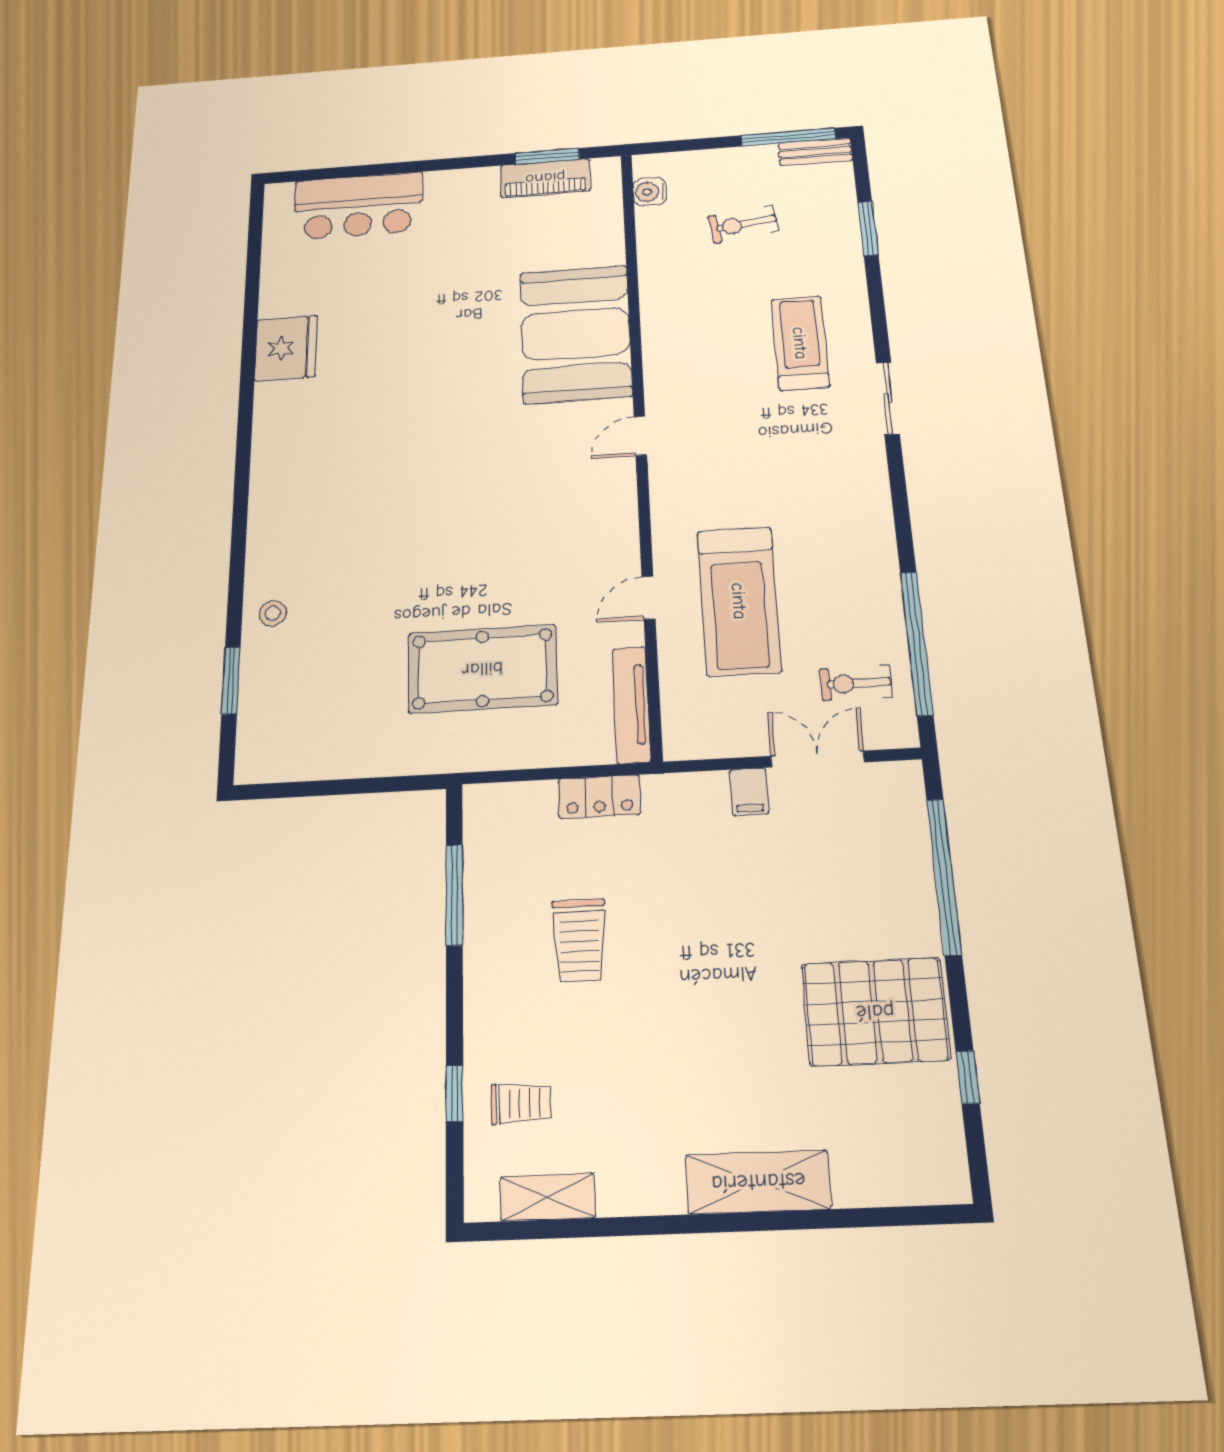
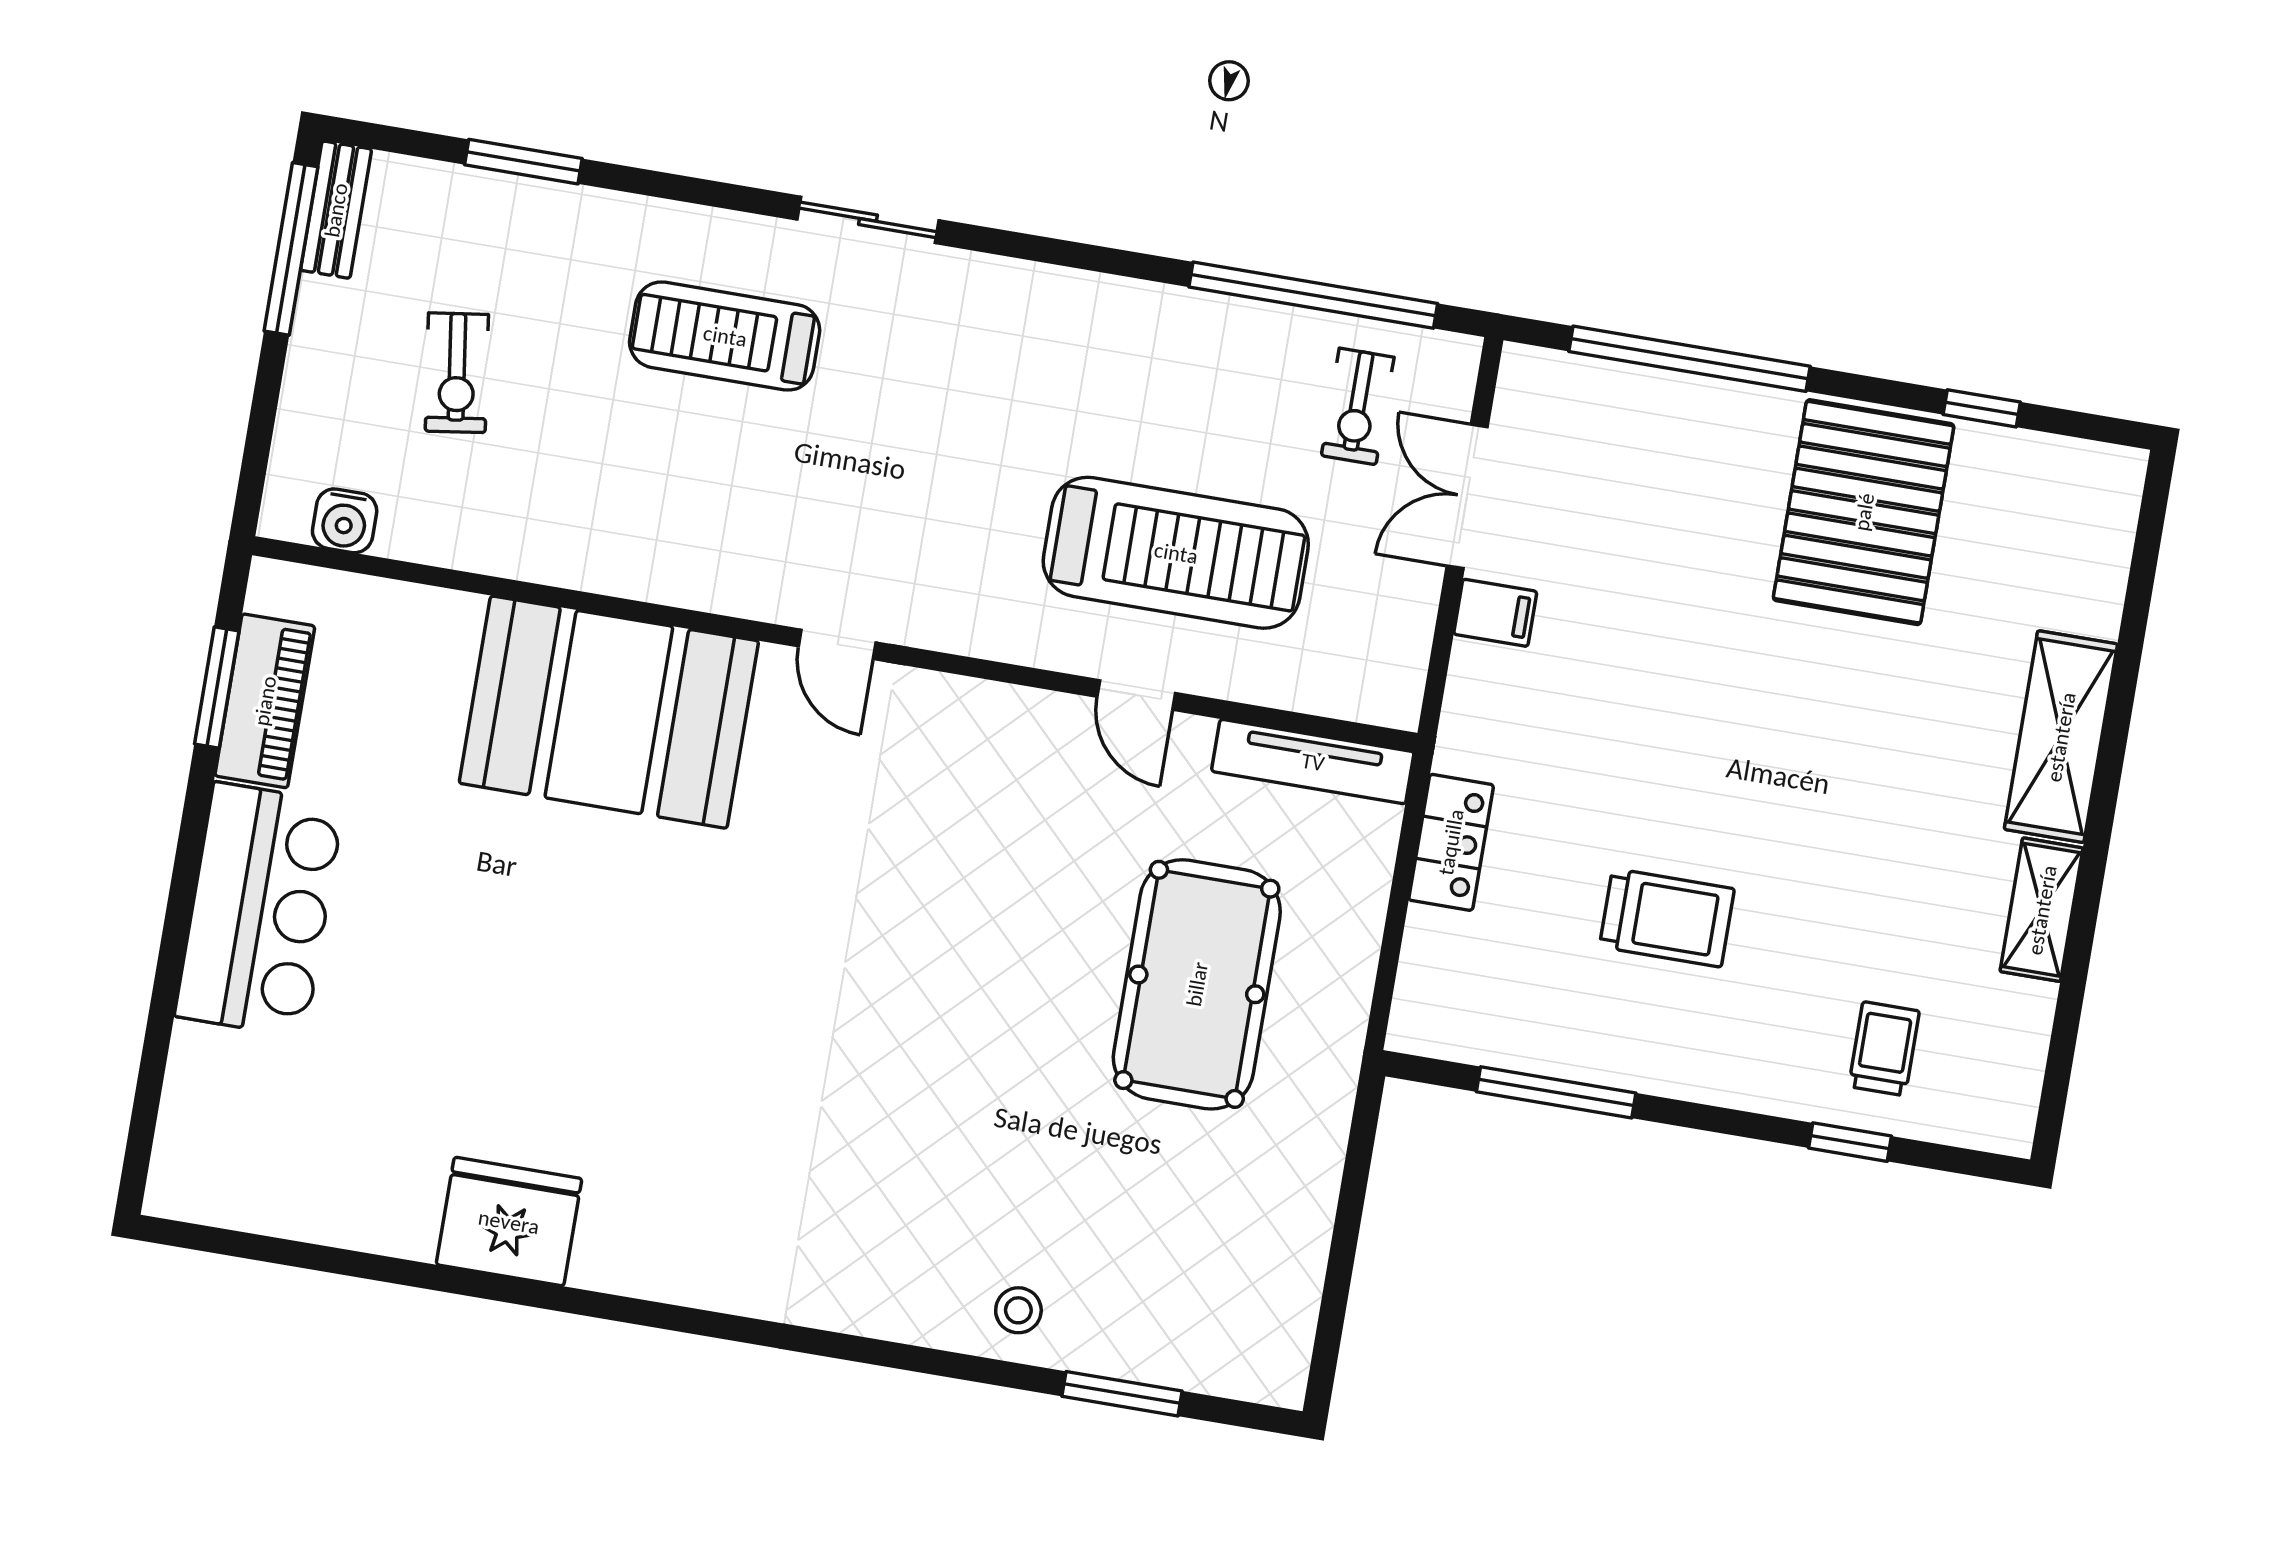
bar counter: (358, 206) -> (259, 910), moved
shelving: (548, 1197) -> (2042, 910), moved

